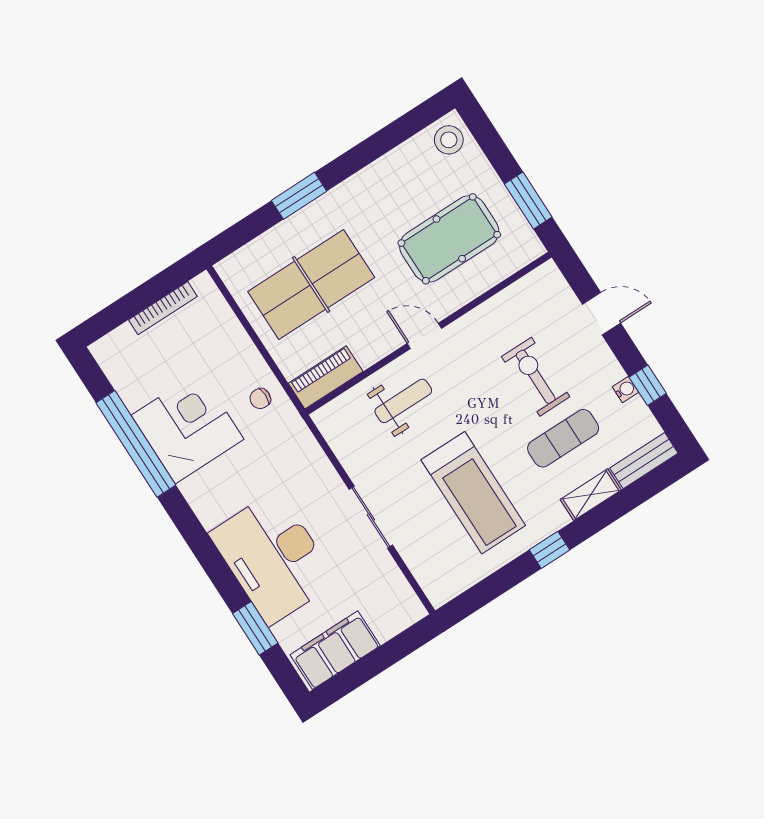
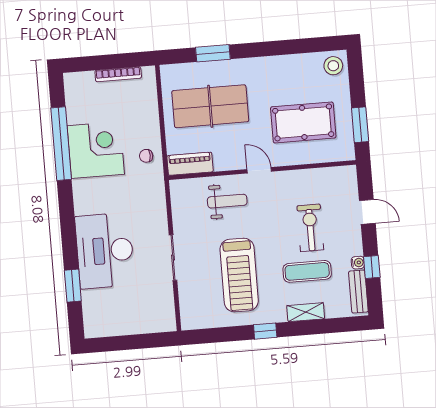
window: (299, 196) -> (213, 53), moved
bench: (644, 461) -> (358, 292), moved, turned 90
filing cabinet: (335, 650) -> (112, 323), removed

